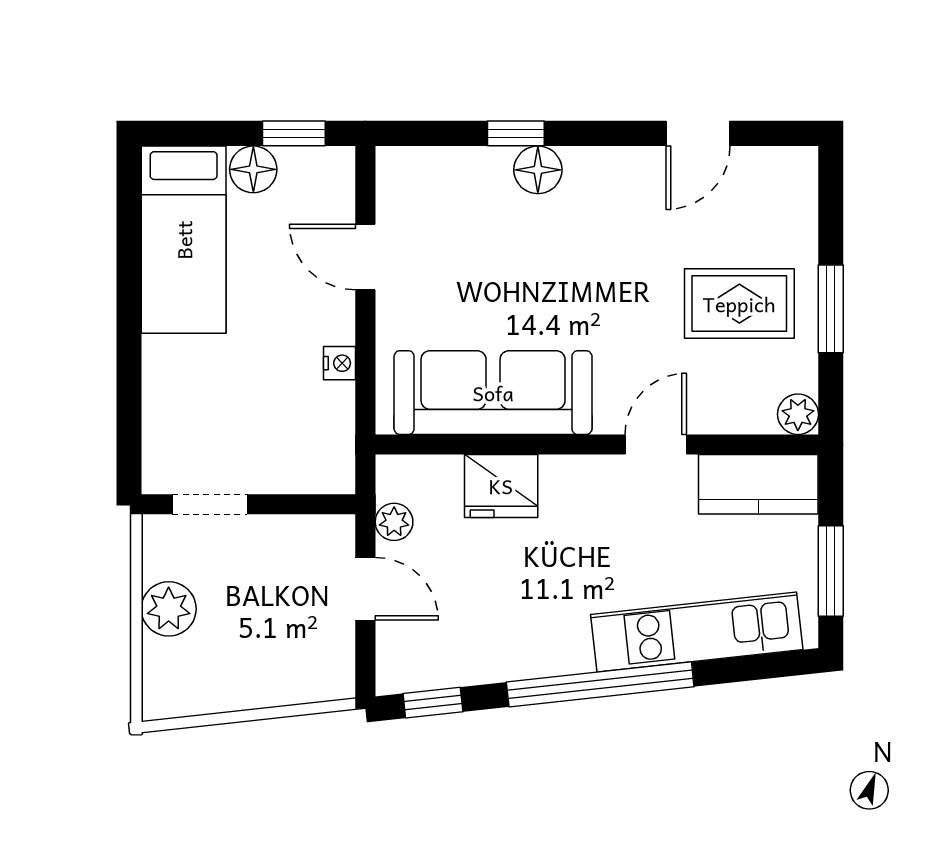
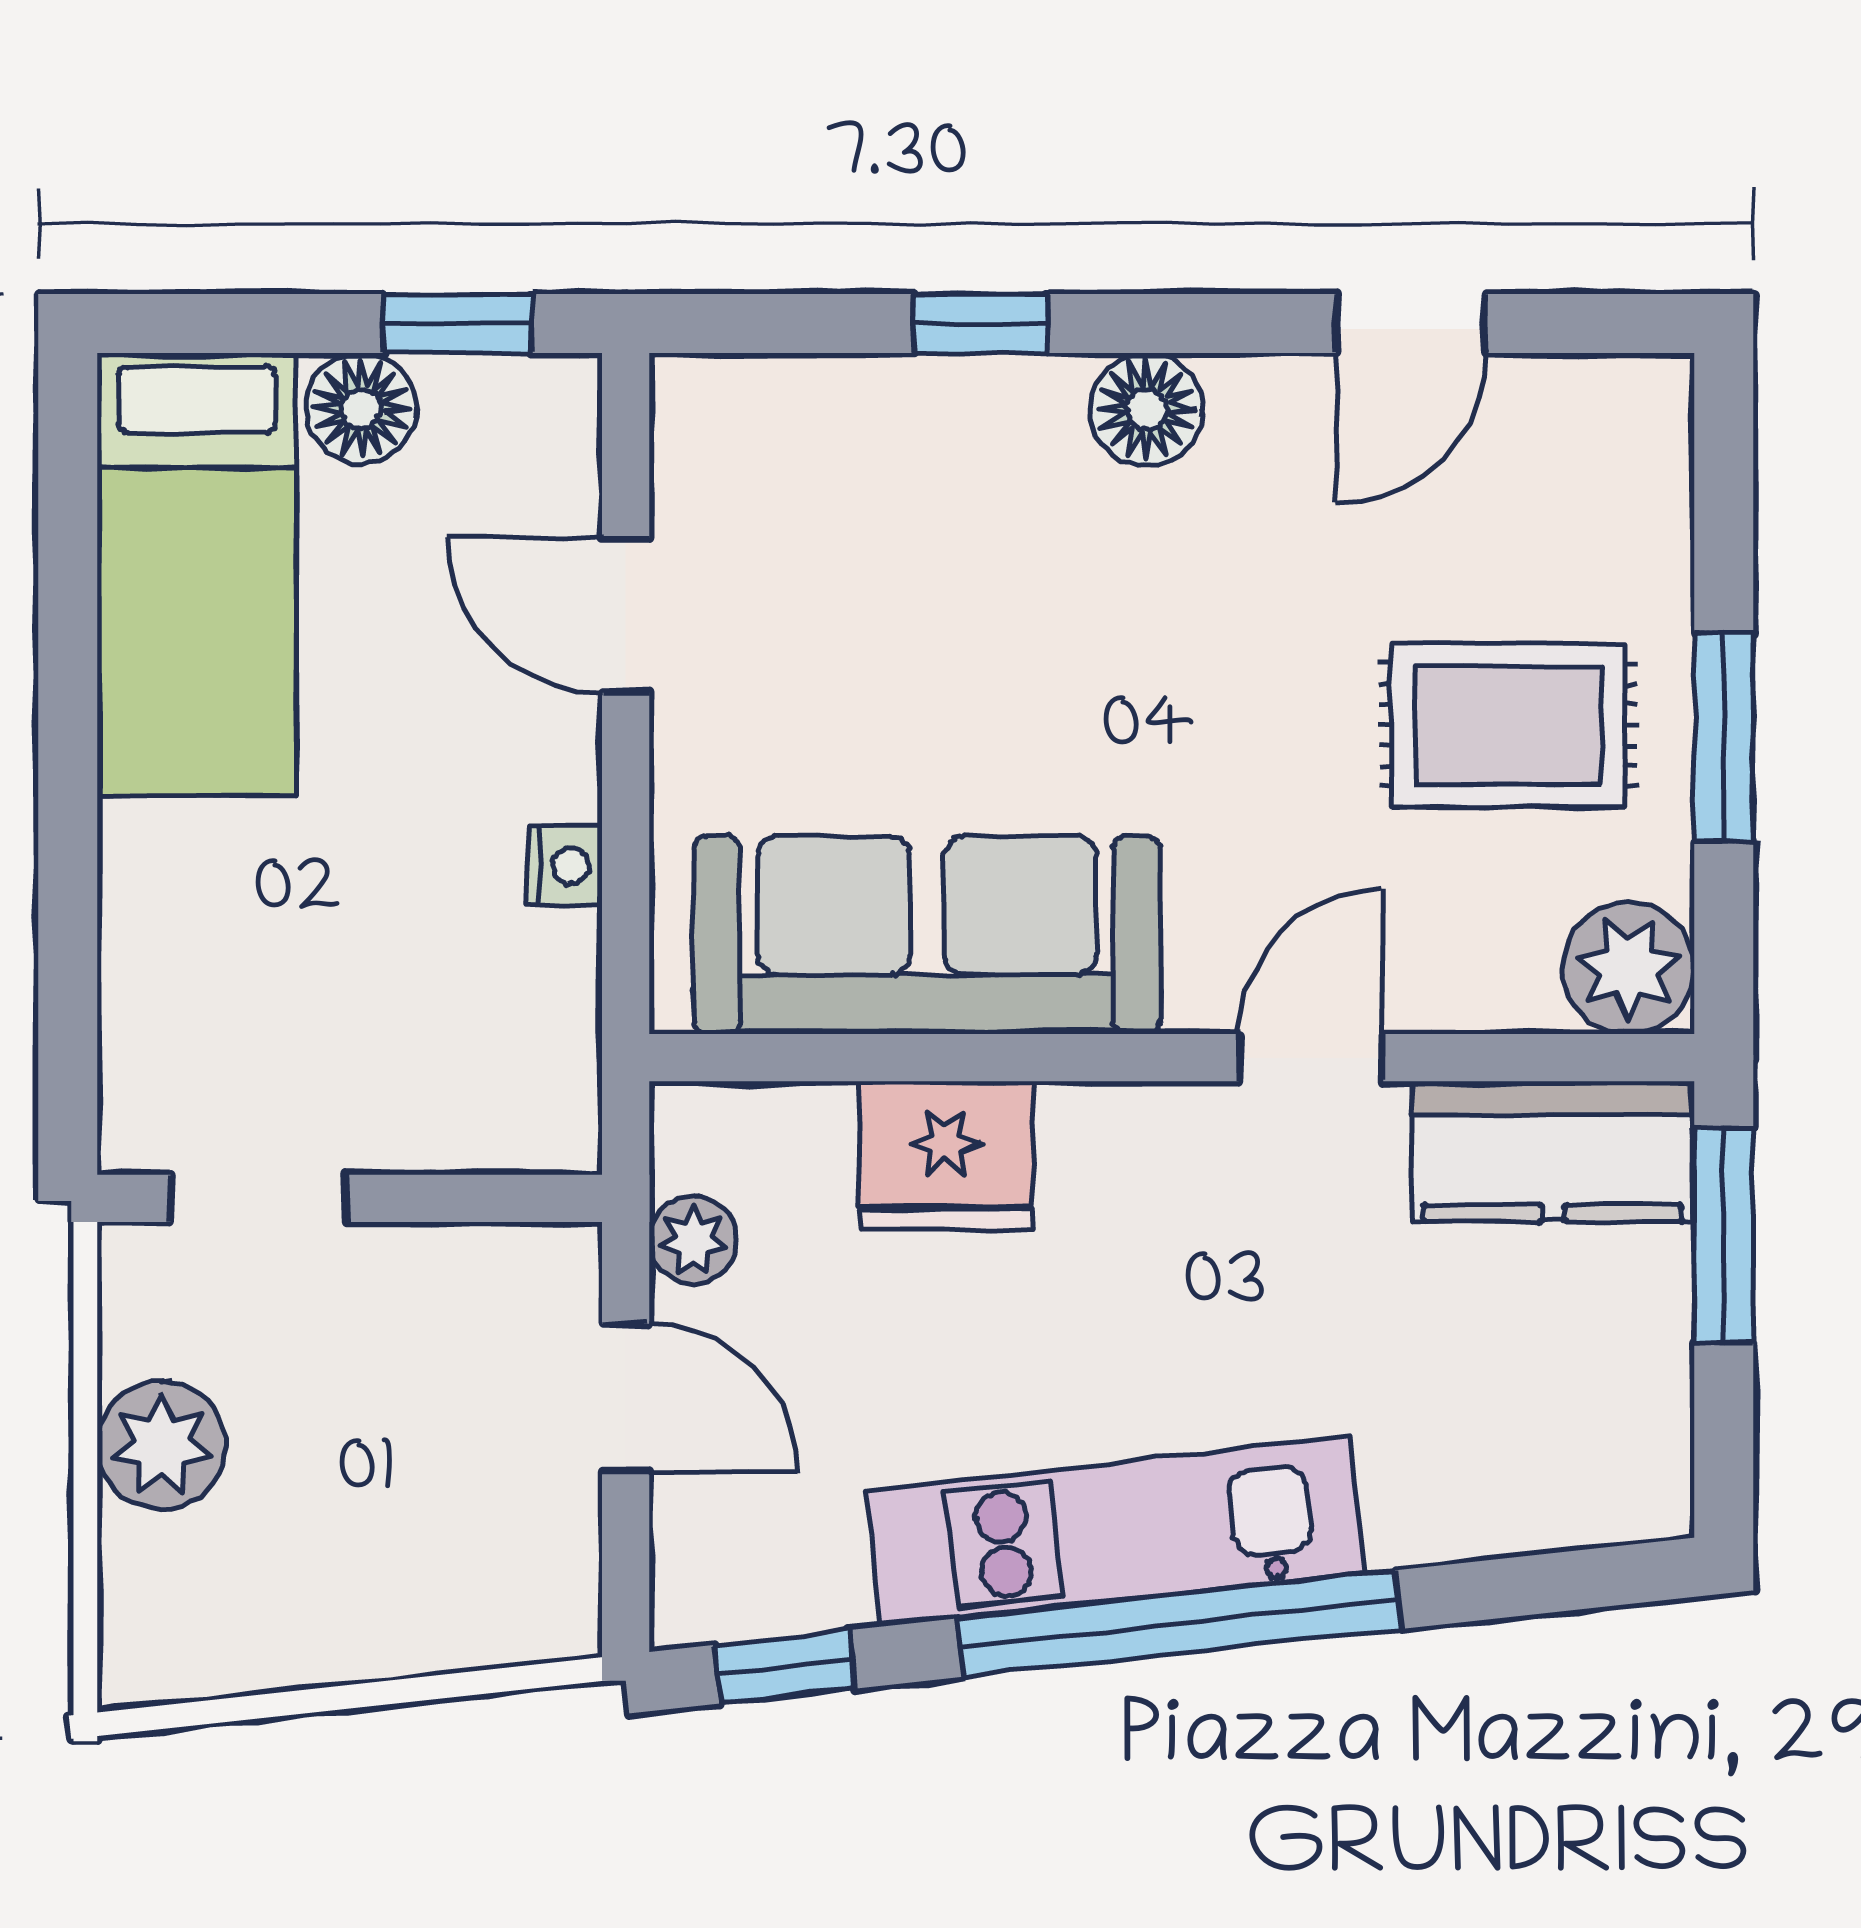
floor lamp: (538, 170) -> (1147, 409), moved
plant: (798, 414) -> (1628, 968), width x1.38, depth x1.38
window: (831, 571) -> (1724, 1236), moved
kitchen unit: (697, 632) -> (1115, 1532), moved

